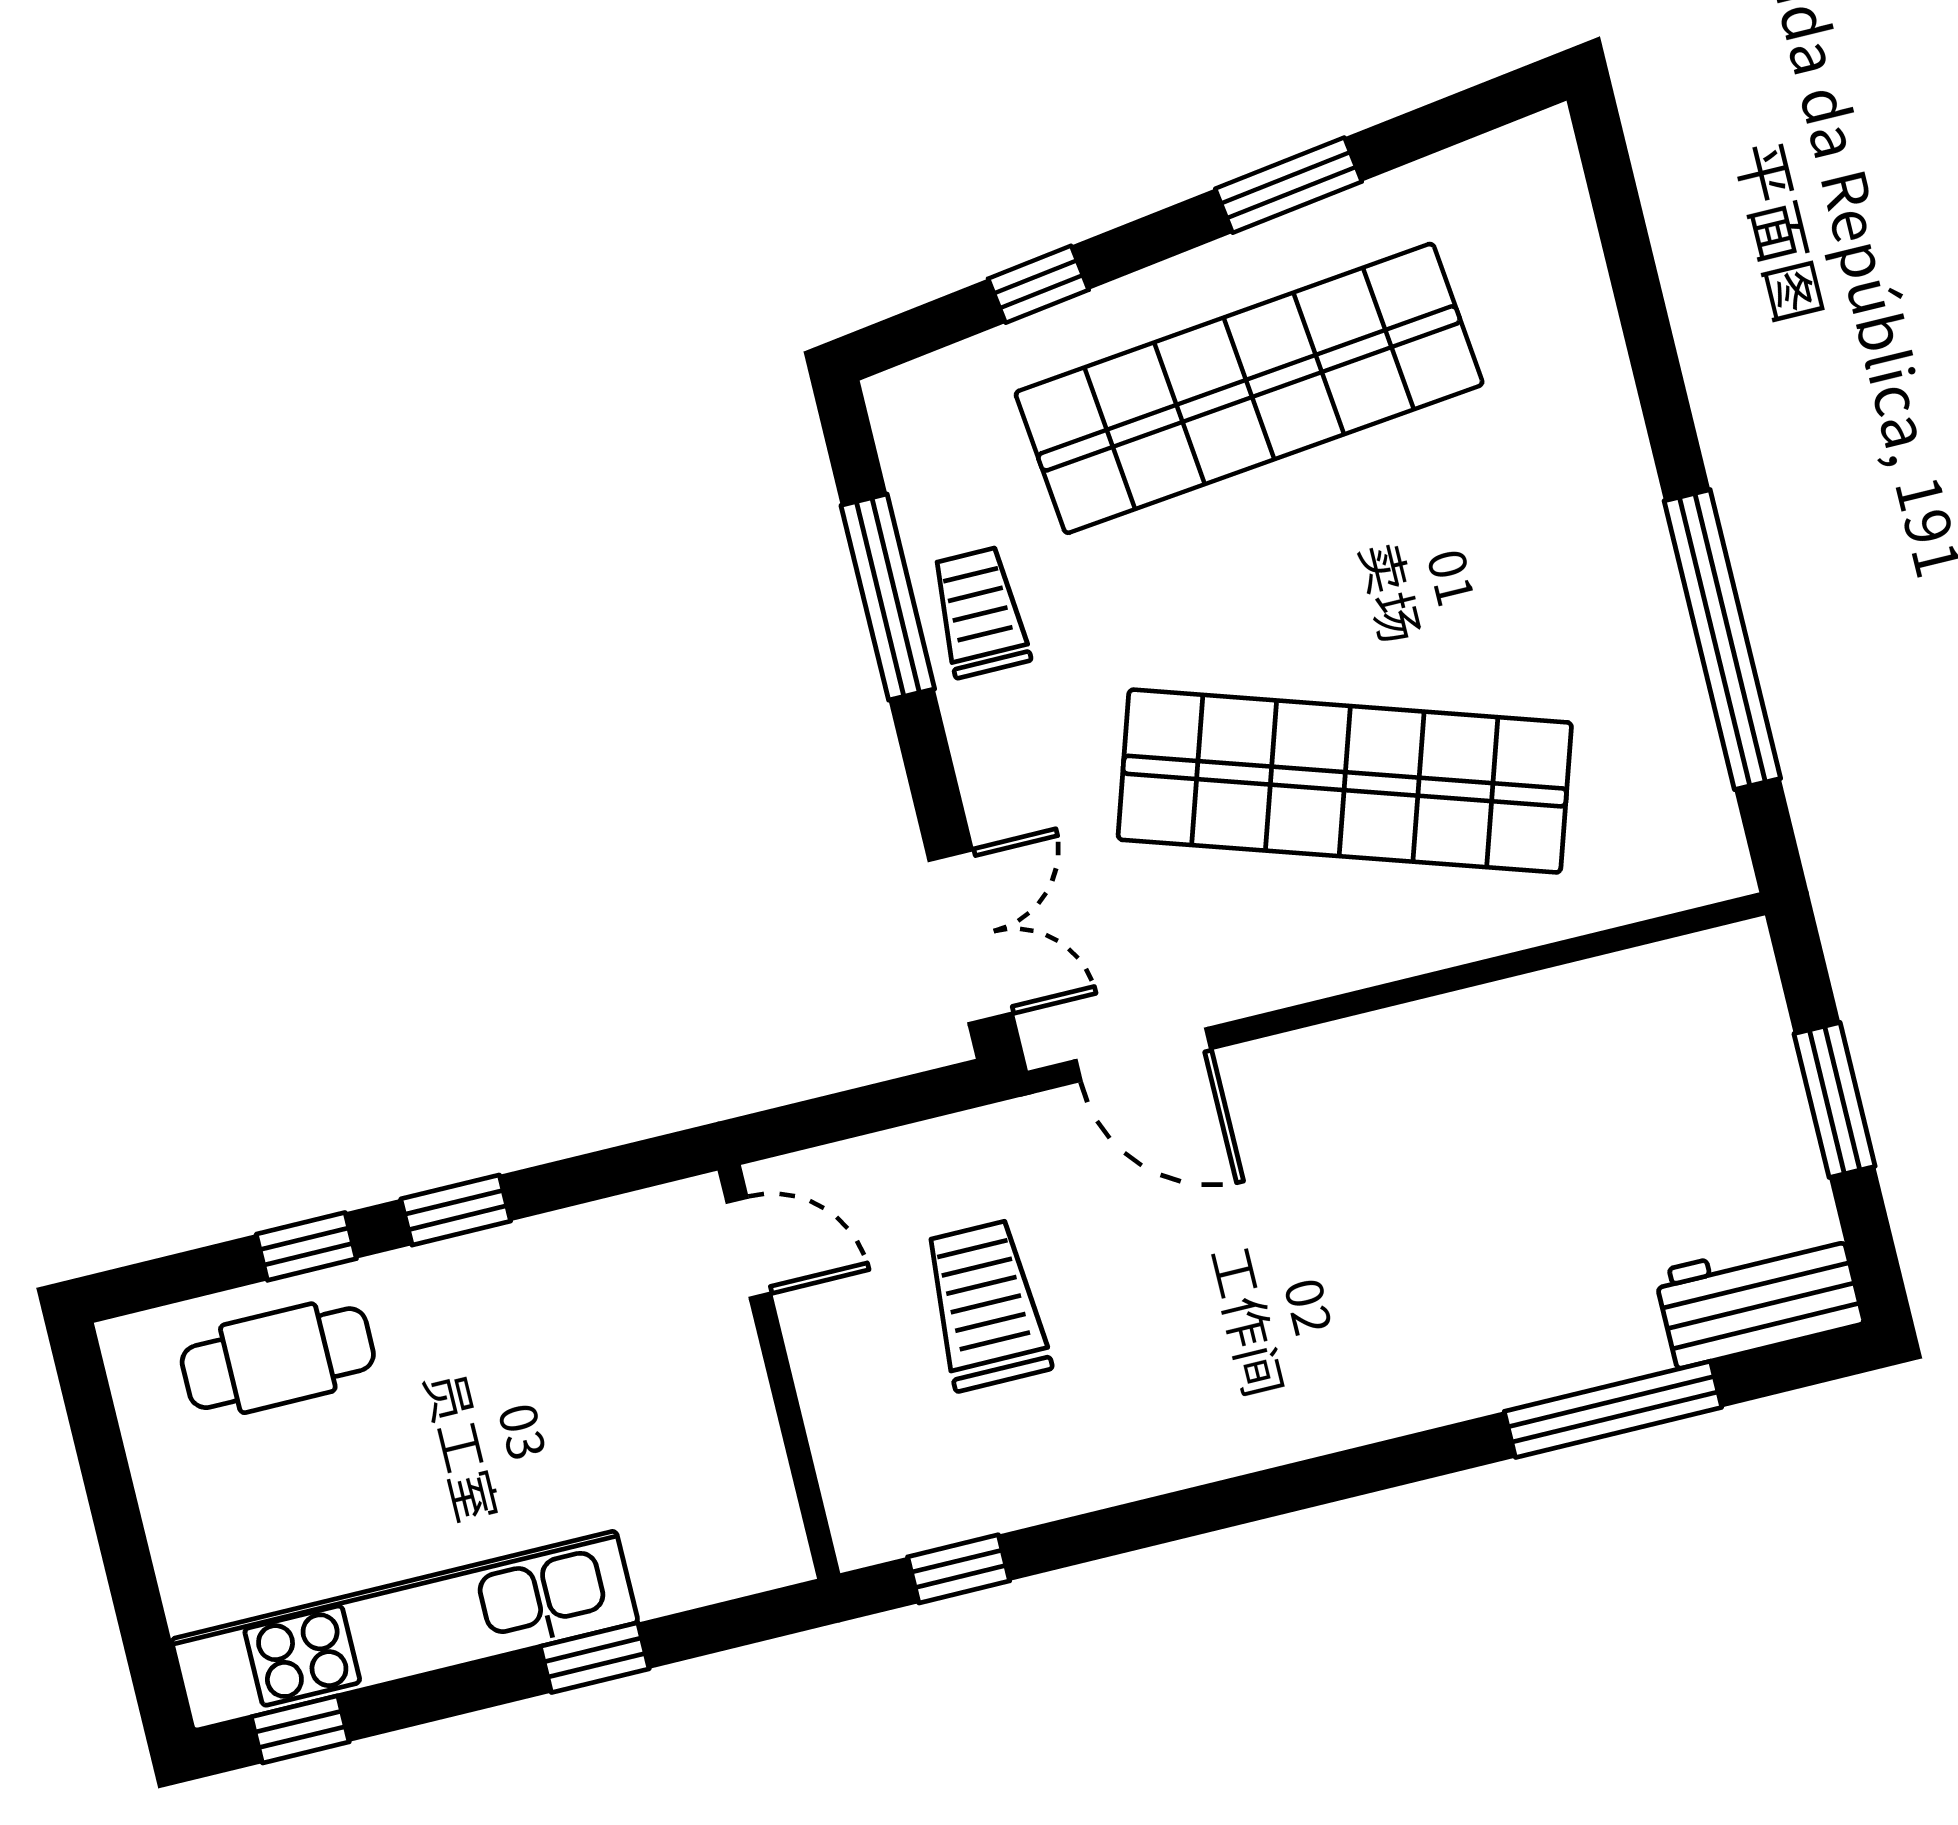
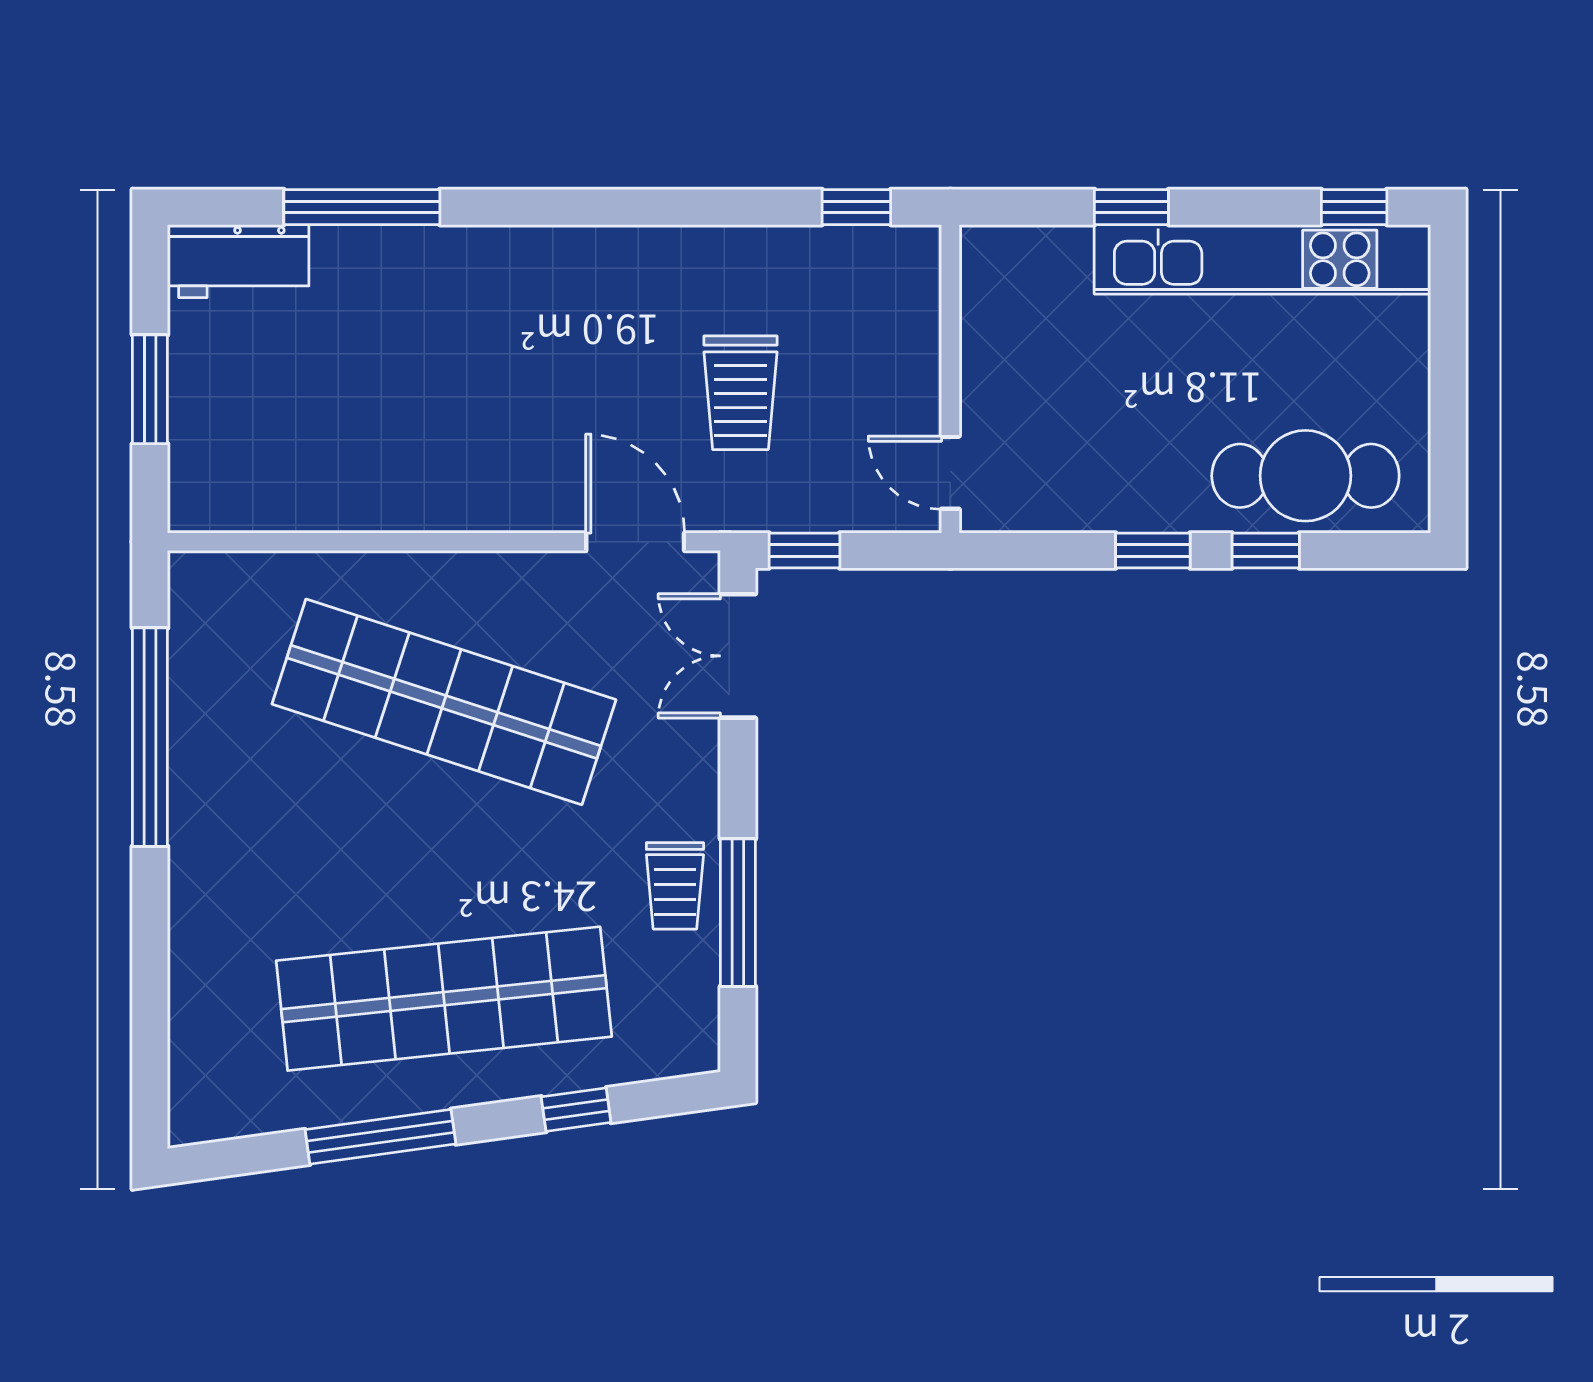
window: (1289, 185) -> (380, 1137), width x1.44
window: (917, 1098) -> (804, 550), added
trolley: (986, 1305) -> (740, 393), moved
cafe table: (278, 1358) -> (1305, 476), width x1.37, depth x1.35

